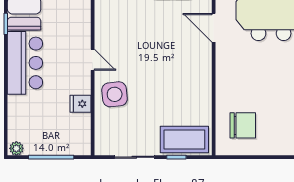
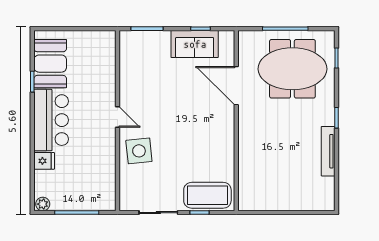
door: (214, 28) -> (236, 86), width x1.36
fridge: (81, 104) -> (44, 161), moved, turned 180
chair: (243, 125) -> (265, 181), removed

